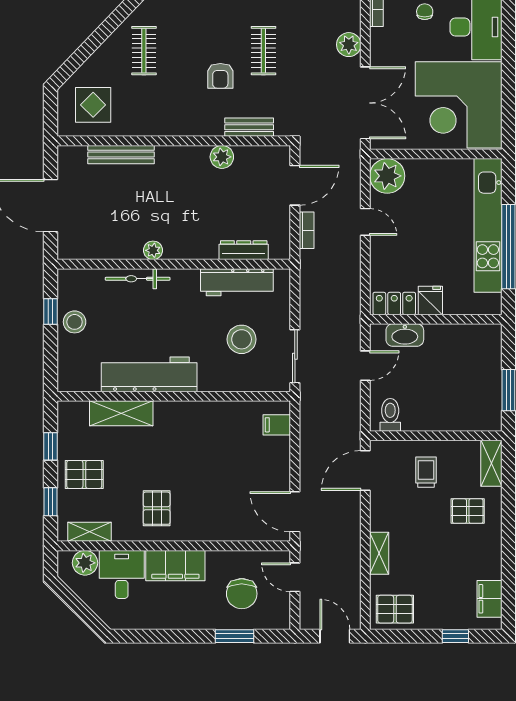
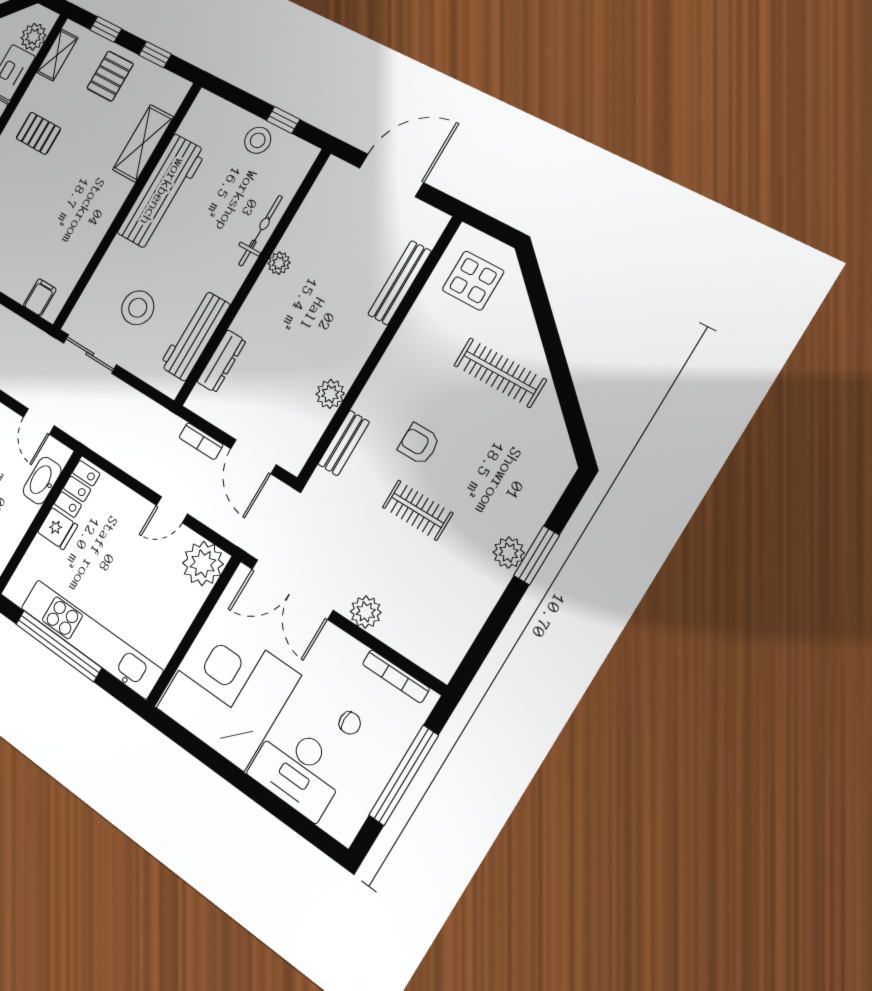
clothes rail: (144, 51) -> (500, 373), width x1.36

